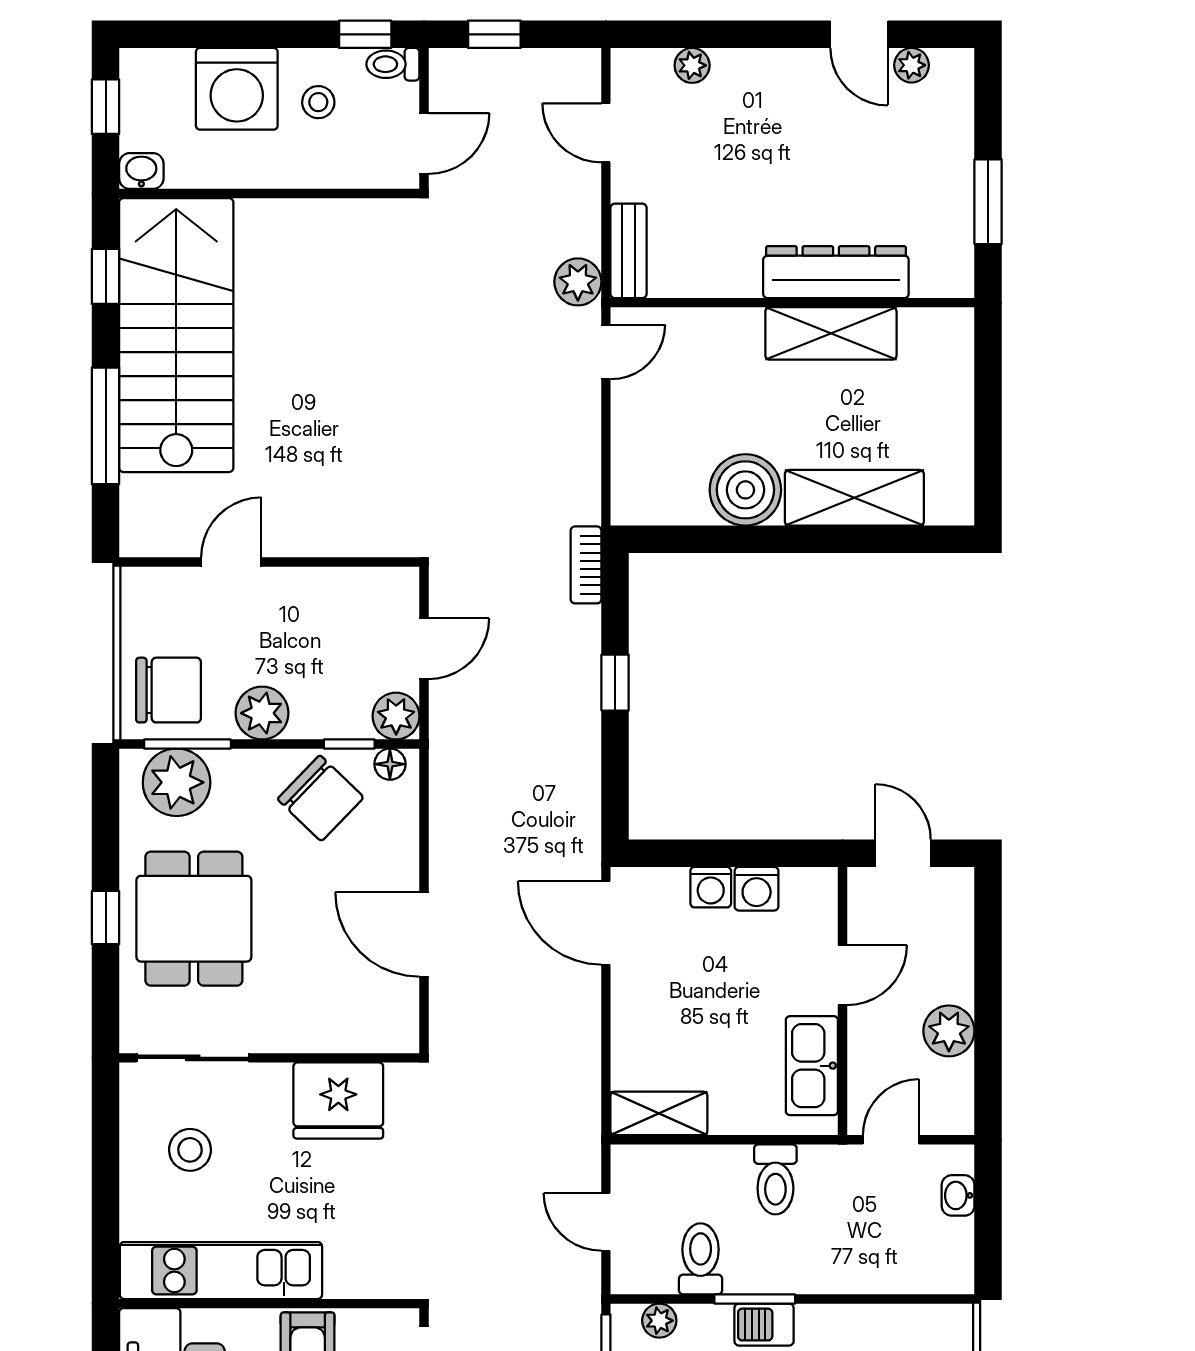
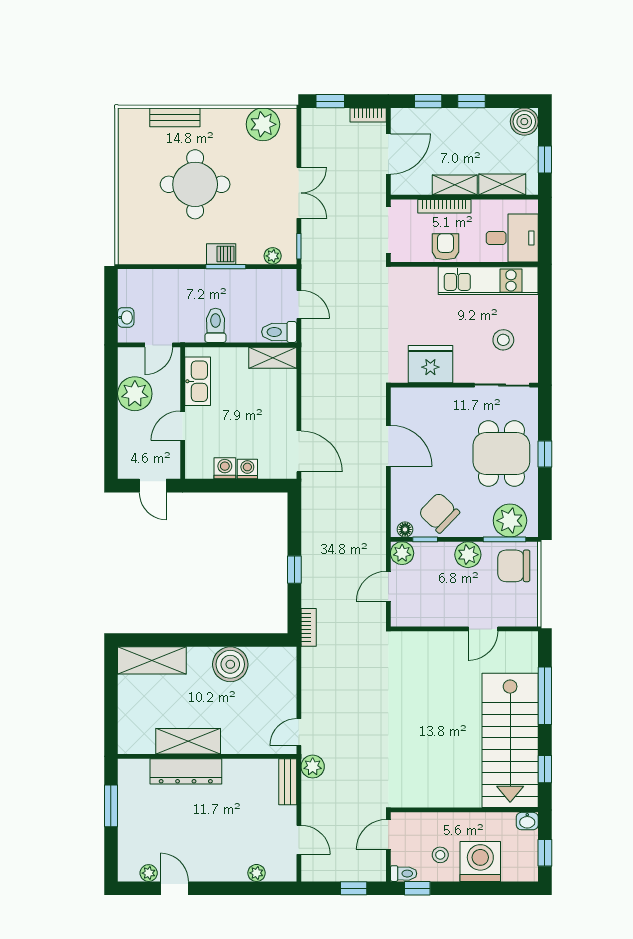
shelving: (854, 498) -> (152, 660), moved
plant: (949, 1031) -> (135, 394), width x1.36, depth x1.36
toilet: (701, 1259) -> (279, 332), moved, turned 90

